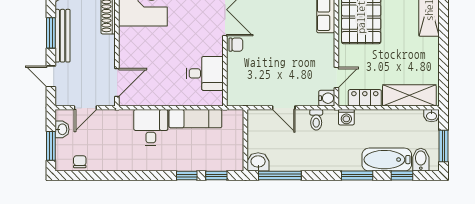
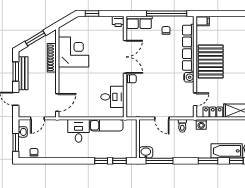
water cooler: (327, 98) -> (189, 77), moved

